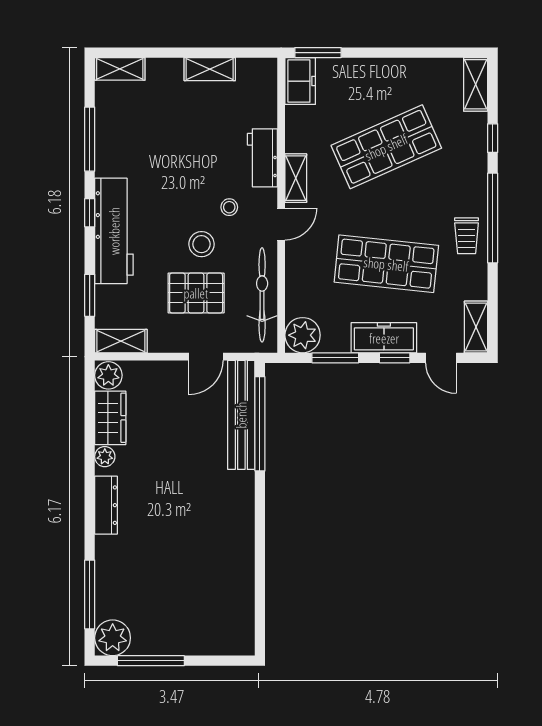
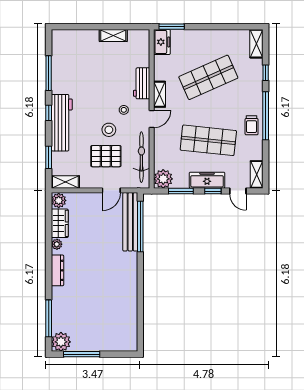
shelving: (120, 69) -> (65, 35), removed

